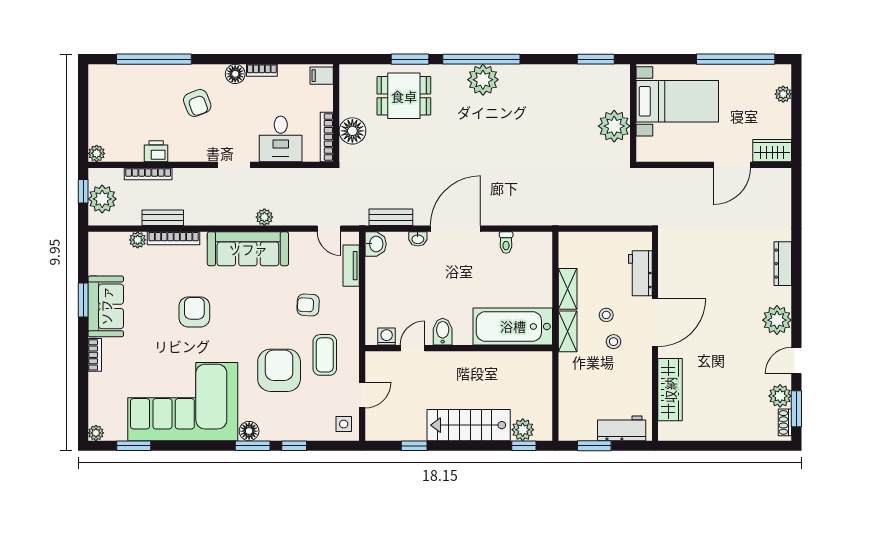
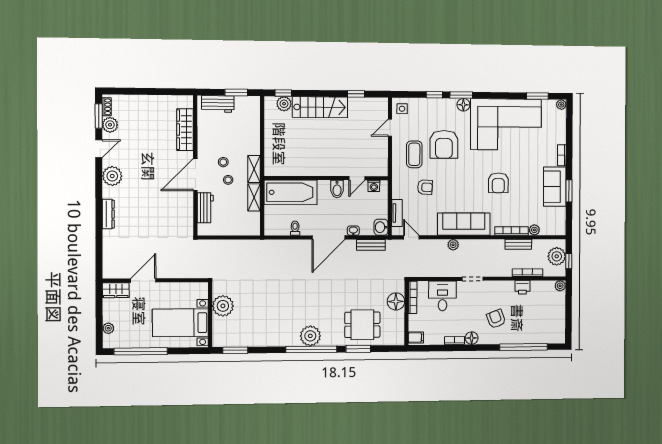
bathtub: (513, 326) -> (291, 192), moved
bidet: (443, 332) -> (337, 189), moved
washing machine: (387, 336) -> (374, 186), moved
door: (412, 348) -> (357, 178), moved
wall: (459, 348) -> (326, 178), moved

